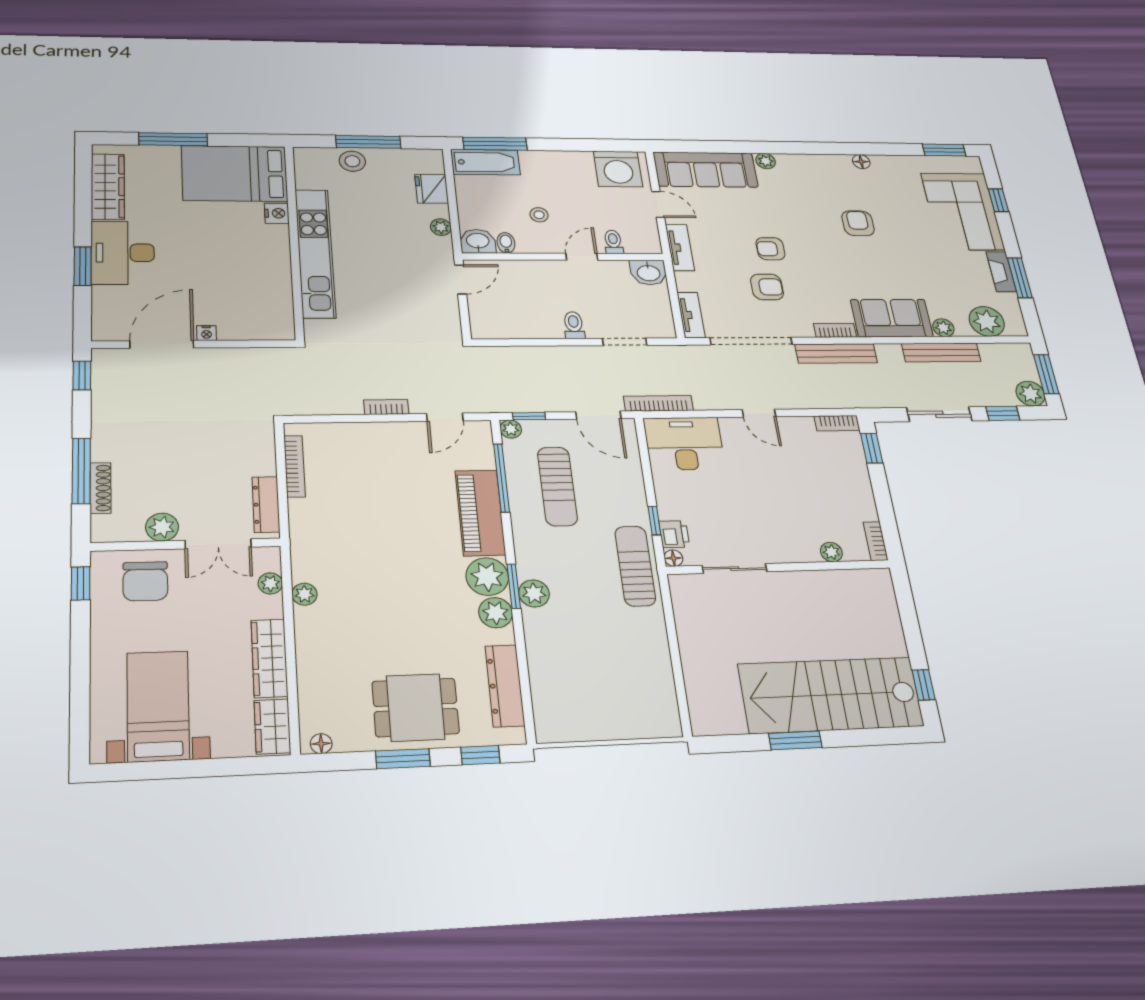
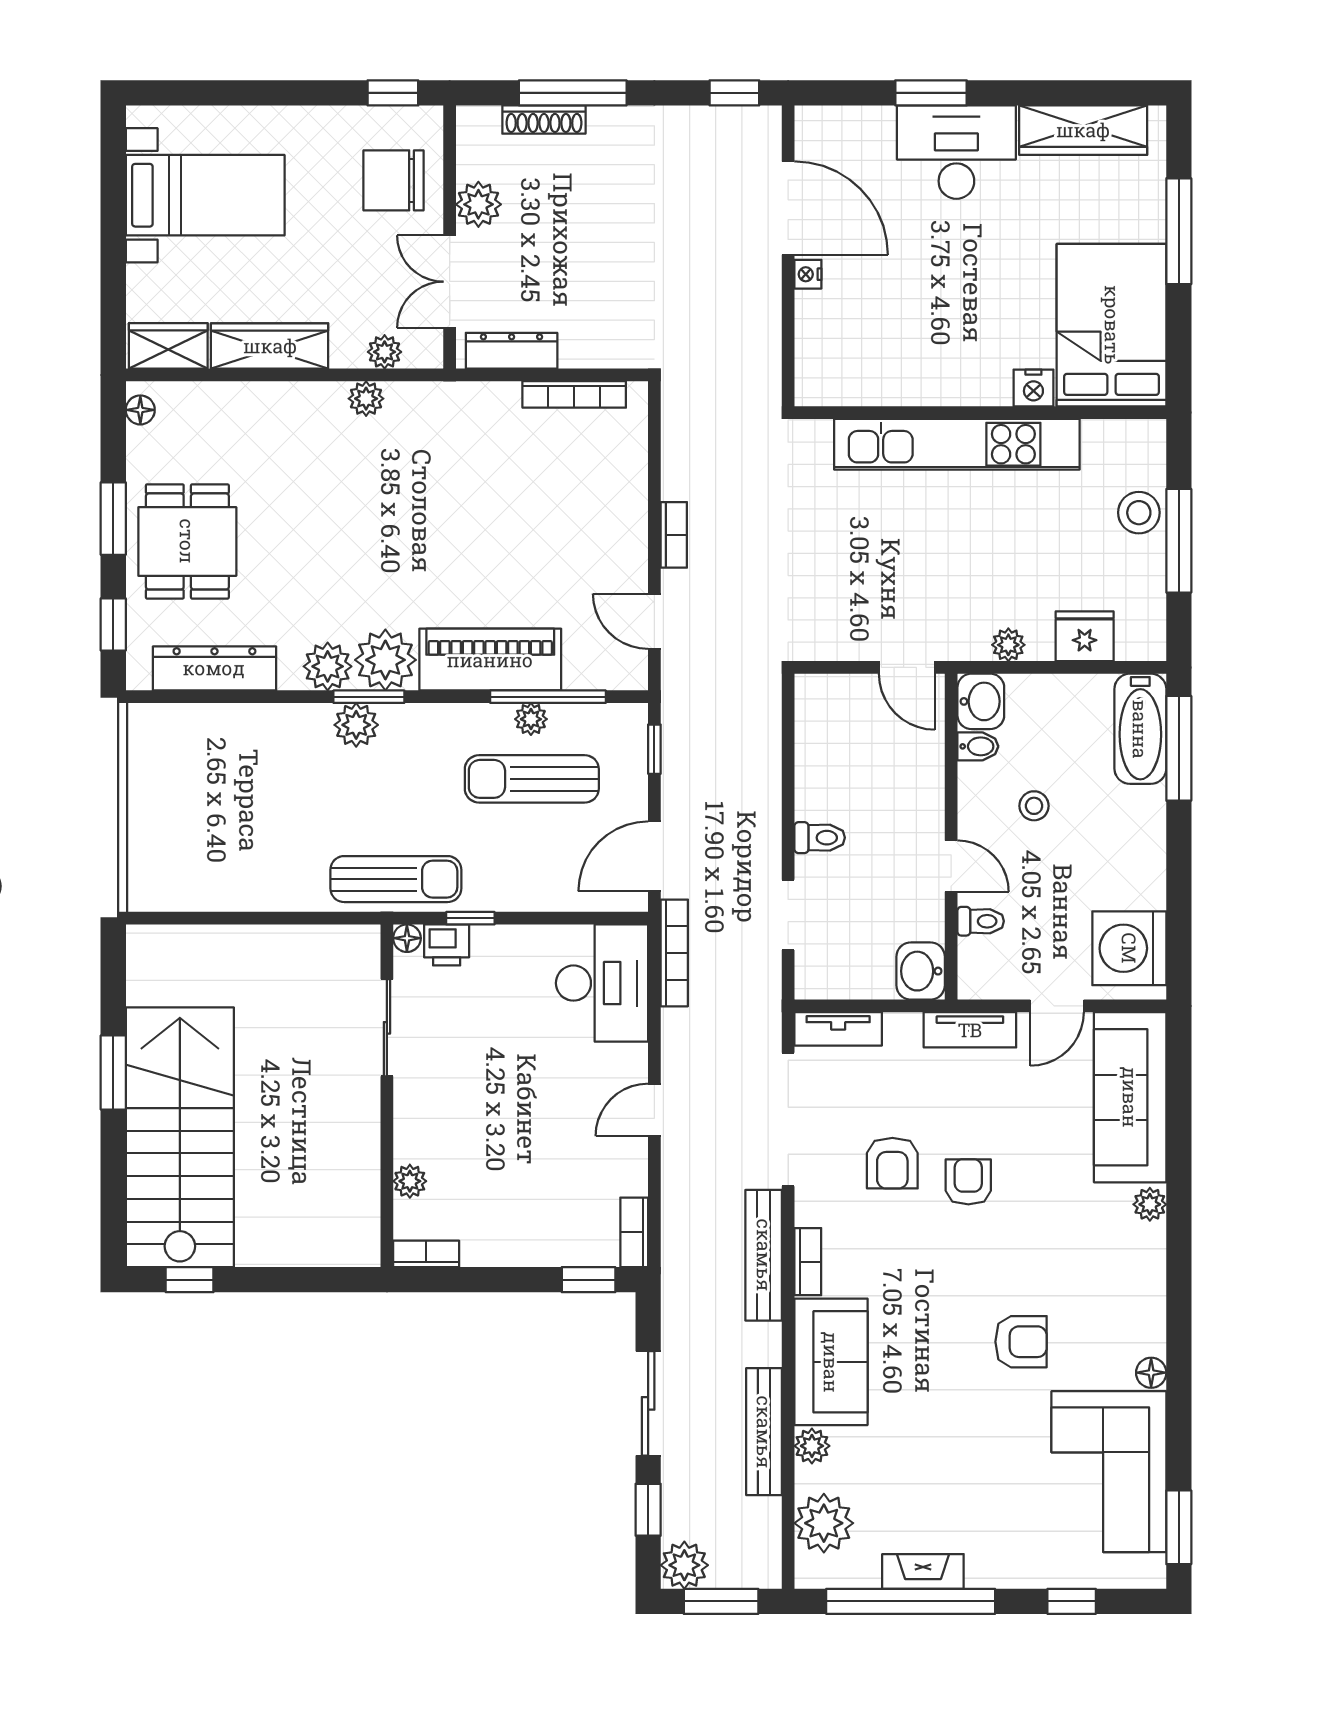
corner sofa: (963, 211) -> (1109, 1472), moved, turned -90
window: (1020, 278) -> (911, 1601), width x2.11
plant: (511, 429) -> (531, 719), moved

